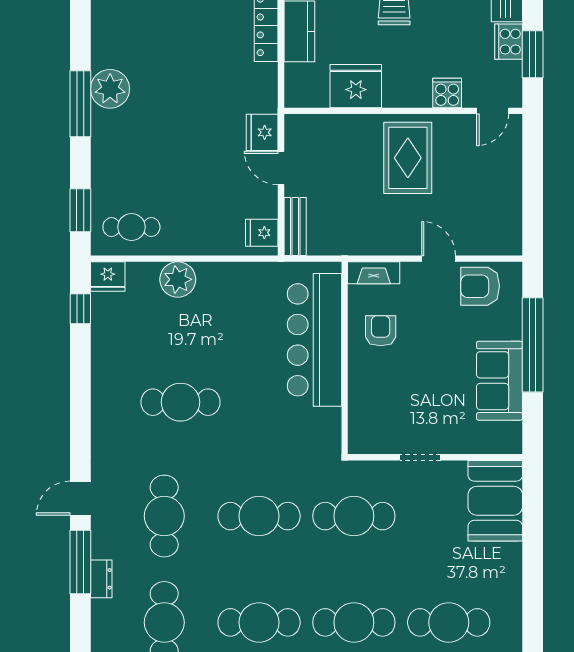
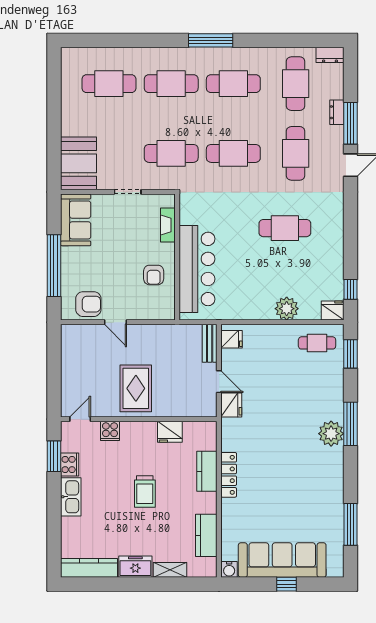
fridge: (356, 86) -> (170, 432), width x0.73, depth x0.75
fireplace: (374, 273) -> (168, 225), moved, turned -90
sofa: (499, 381) -> (76, 220), moved

